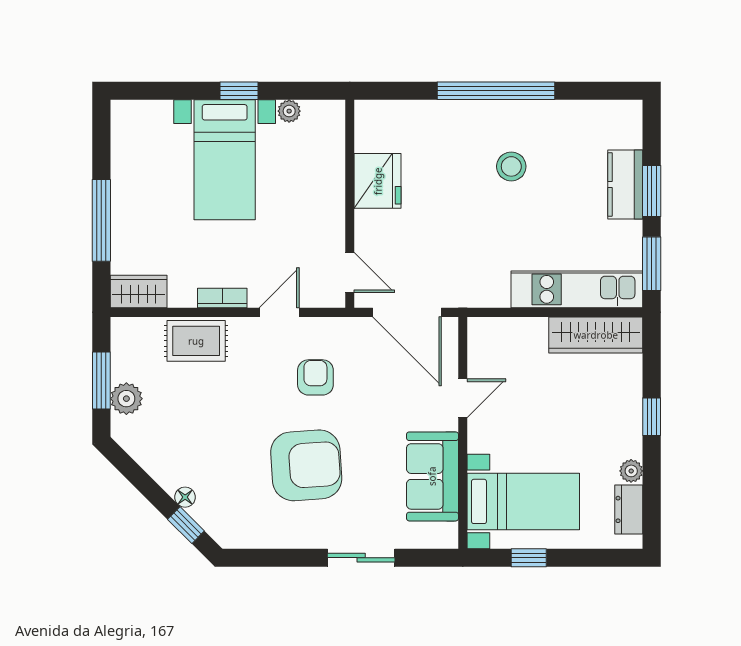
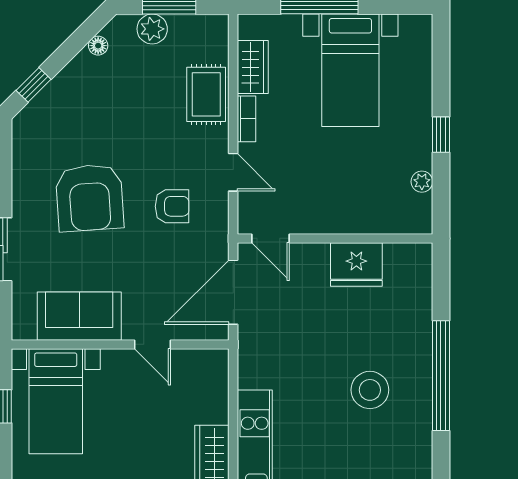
bed with nightstands: (225, 160) -> (350, 70), moved, turned -90
stool: (511, 166) -> (370, 390), width x1.38, depth x1.38
door: (350, 272) -> (271, 238), hinge flipped
wardrobe: (139, 291) -> (253, 67), moved
floor lamp: (185, 497) -> (98, 46), moved

